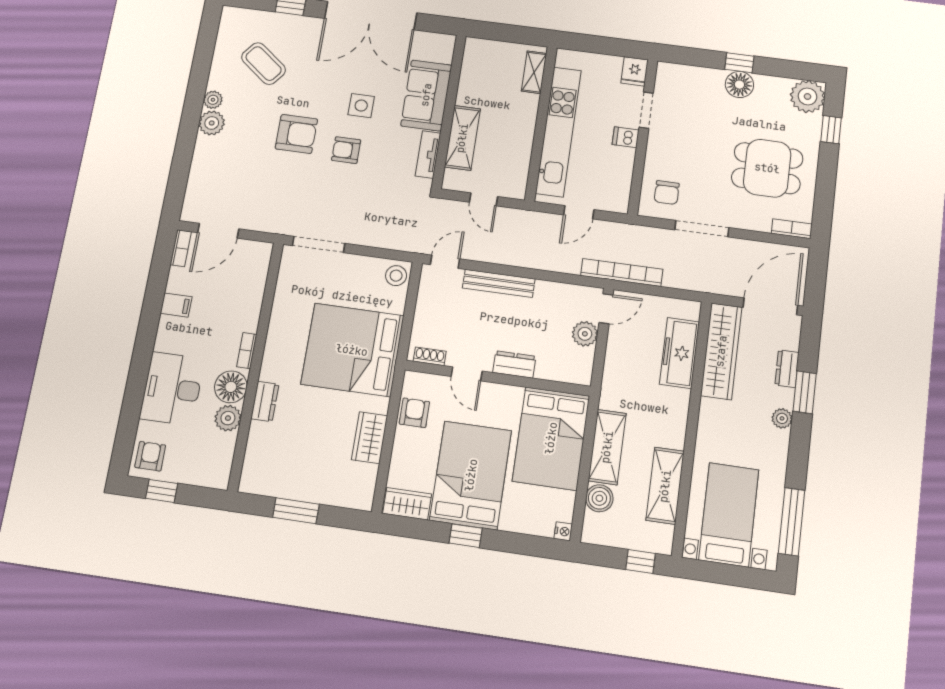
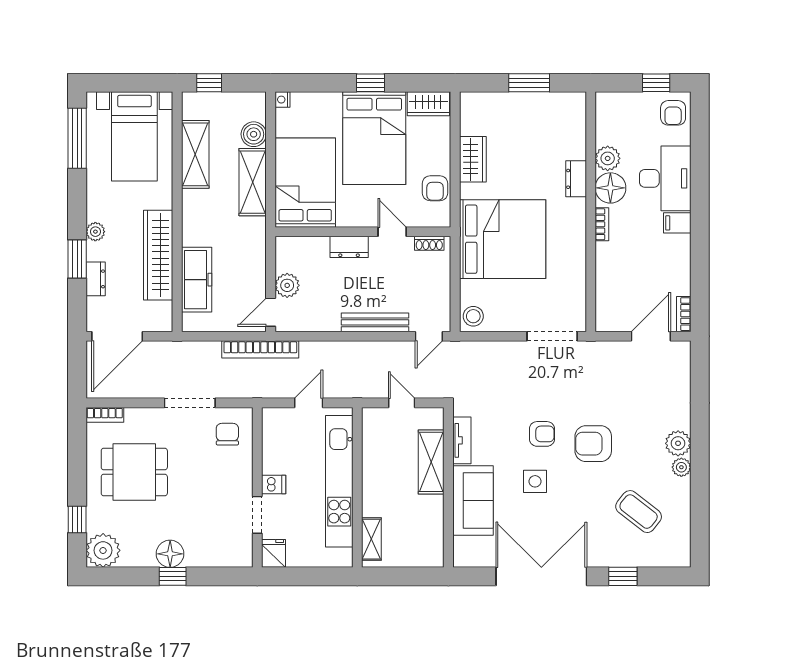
filing cabinet: (176, 305) -> (677, 223), moved
wardrobe: (721, 351) -> (158, 255), moved

